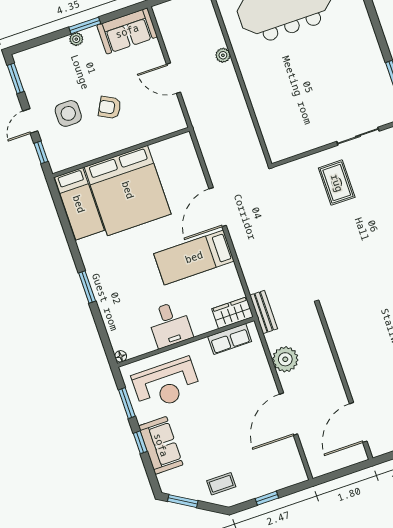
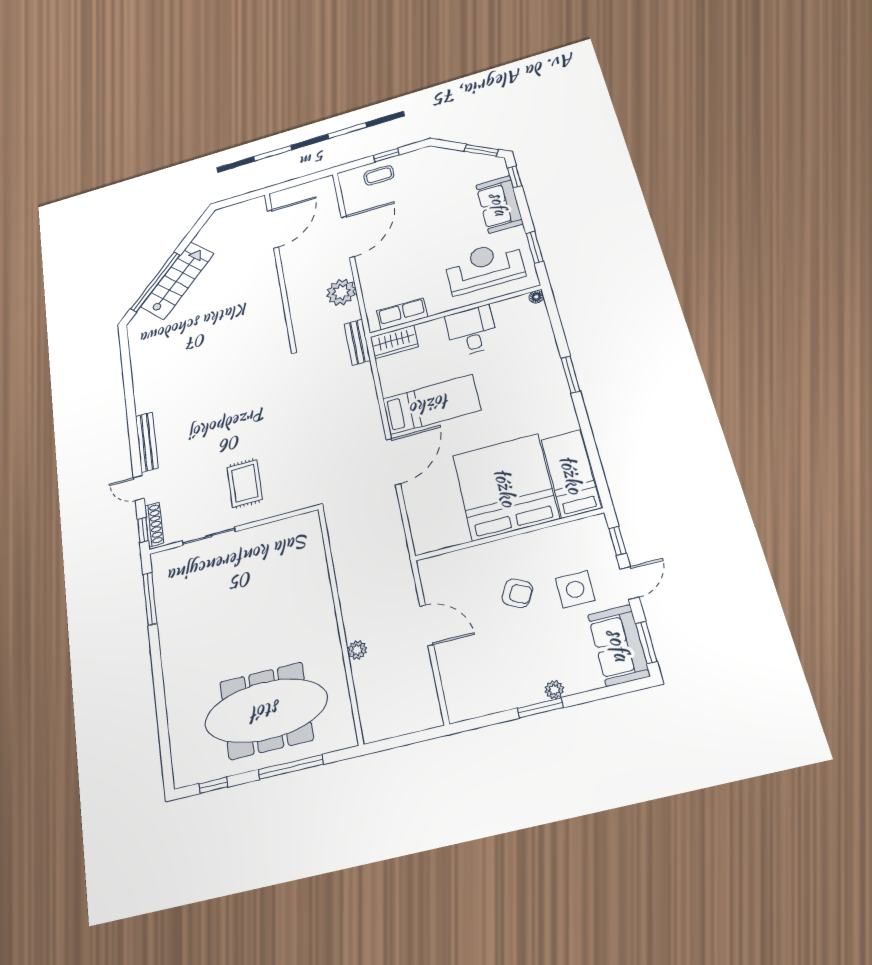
sofa: (127, 31) -> (619, 645), moved, turned -90
window: (140, 442) -> (515, 177), moved
coffee table: (221, 484) -> (379, 175), moved

